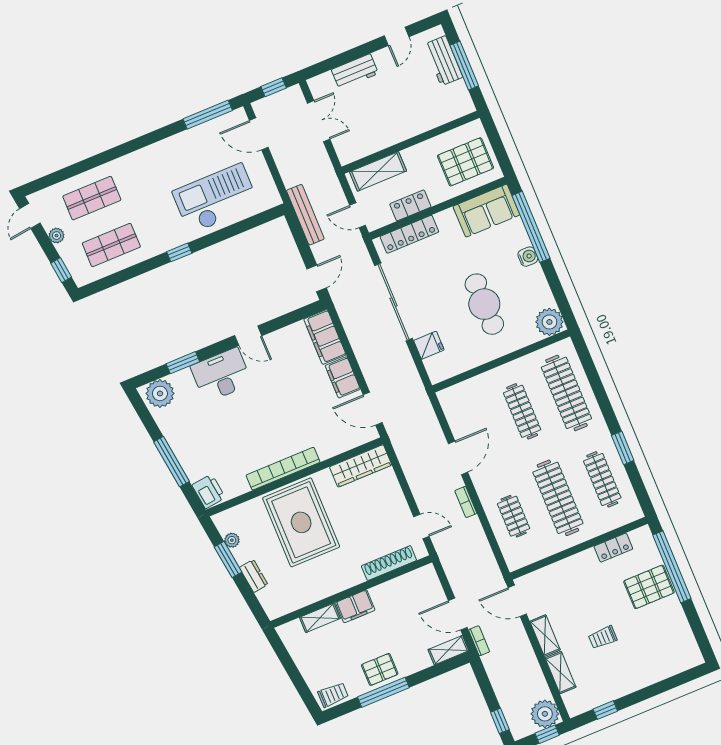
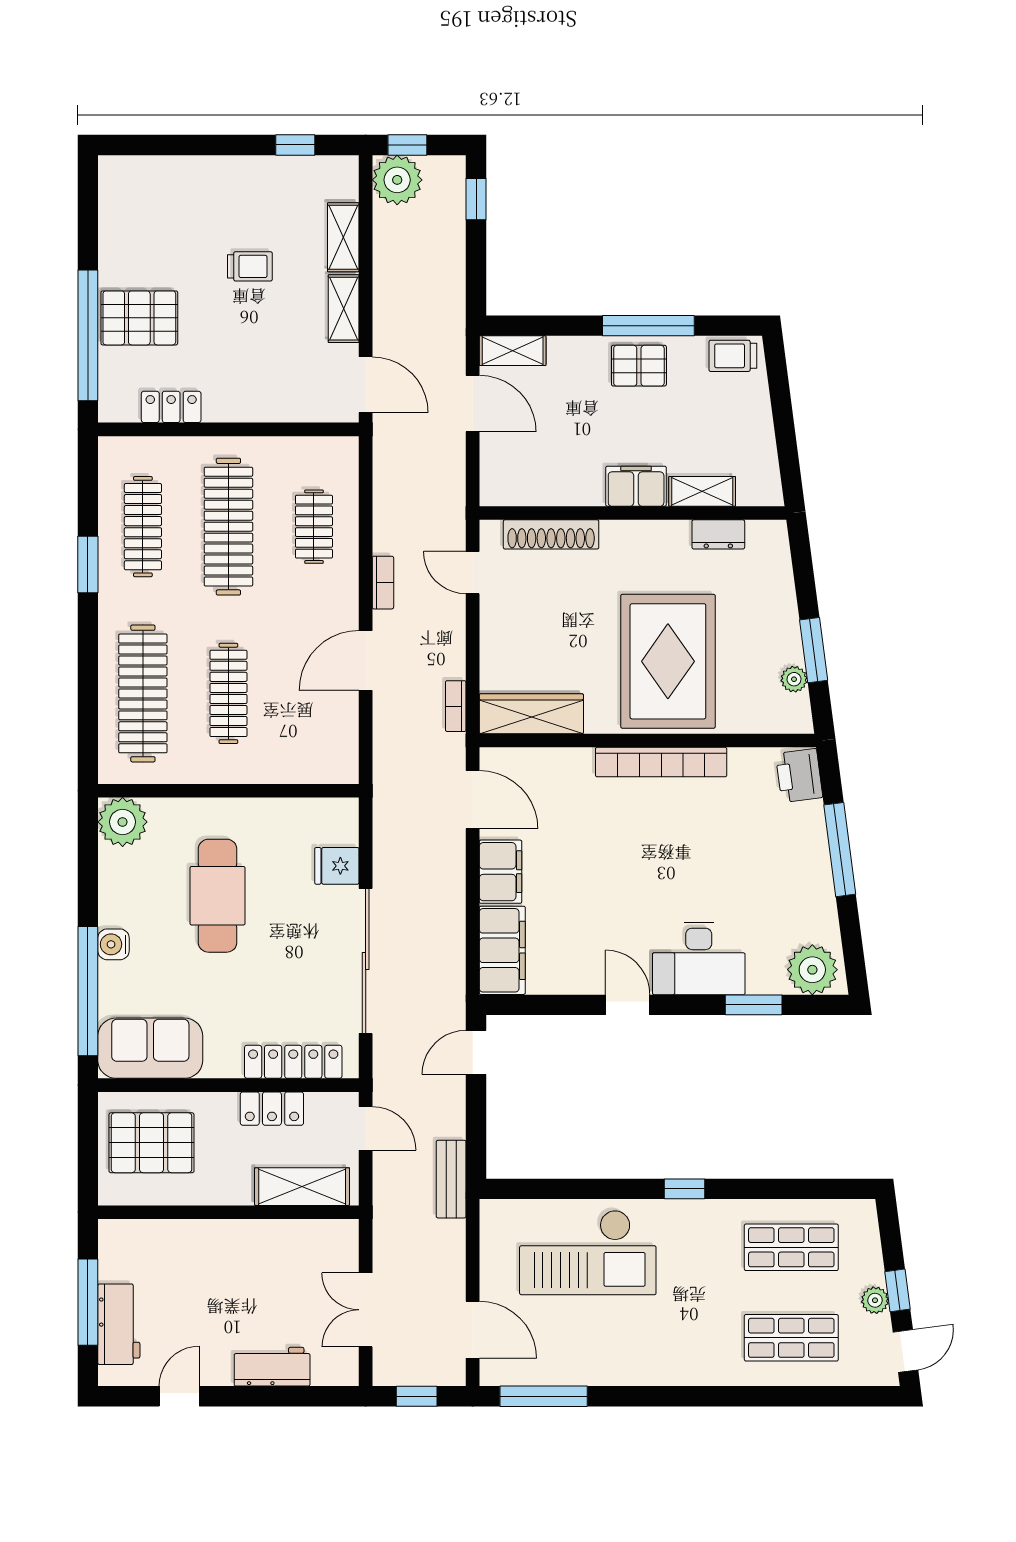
bench: (305, 215) -> (451, 1179), width x0.73
window: (61, 270) -> (898, 1290), moved
dresser: (254, 576) -> (718, 534), moved, turned -83
bookcase: (479, 641) -> (456, 706), moved

